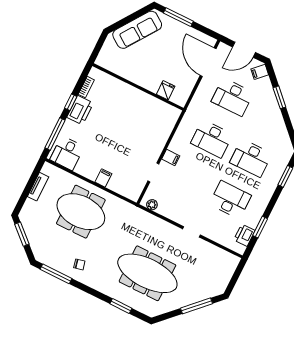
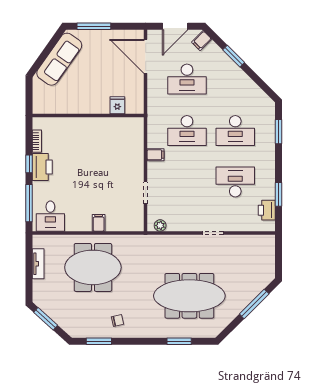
filing cabinet: (171, 158) -> (155, 155), moved
window: (56, 274) -> (99, 341), width x0.69

